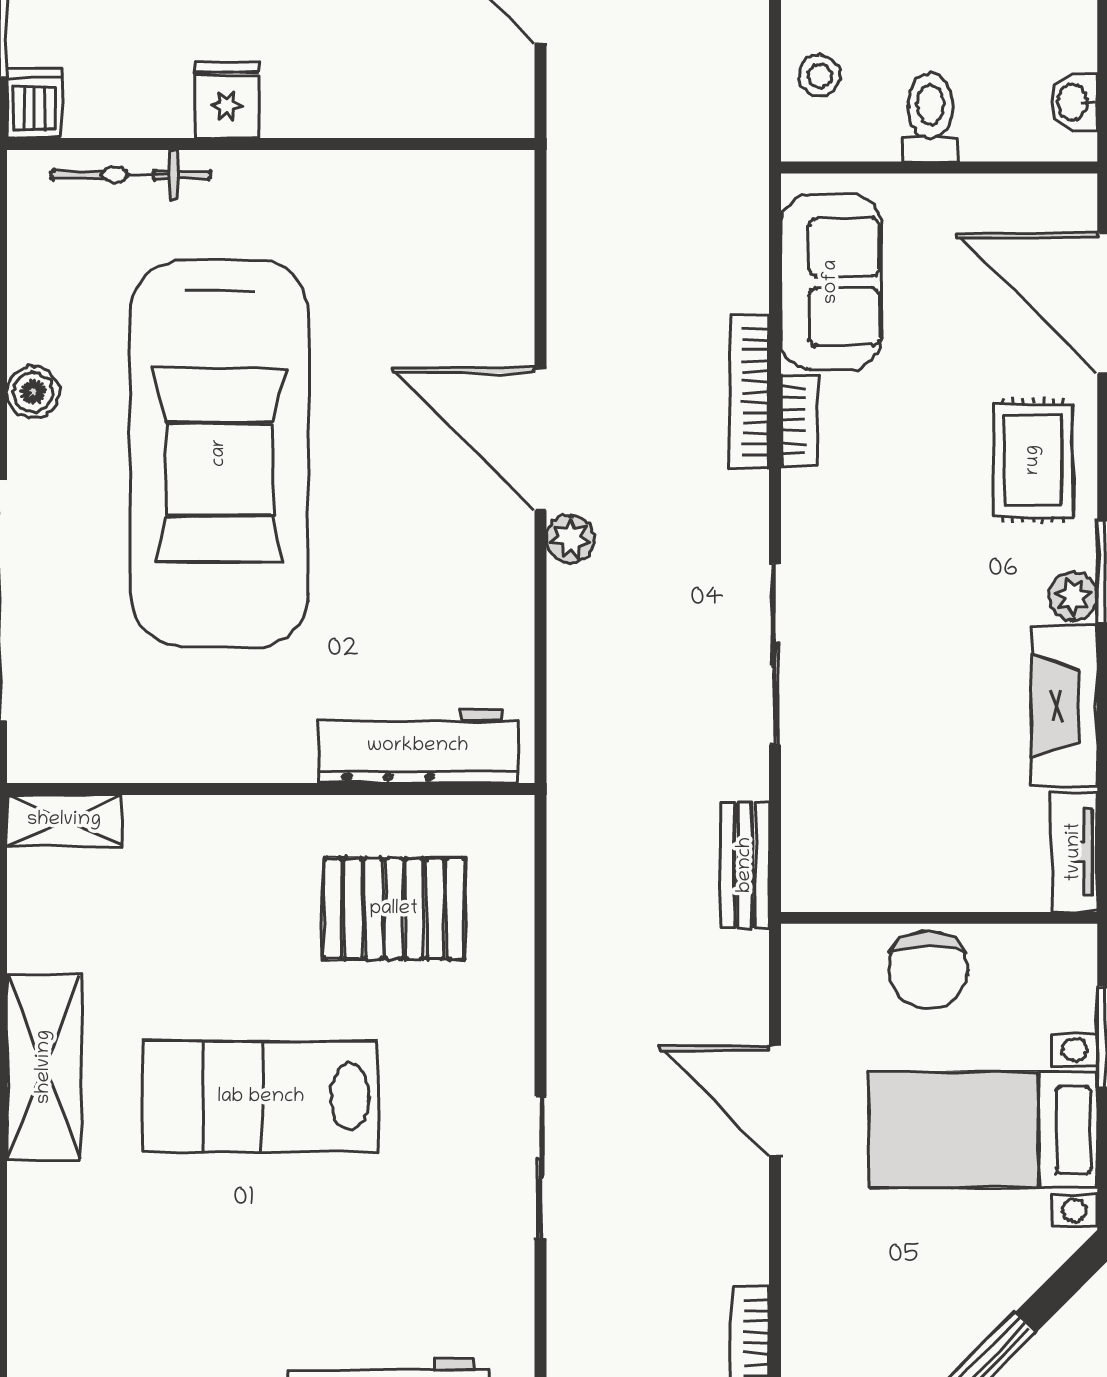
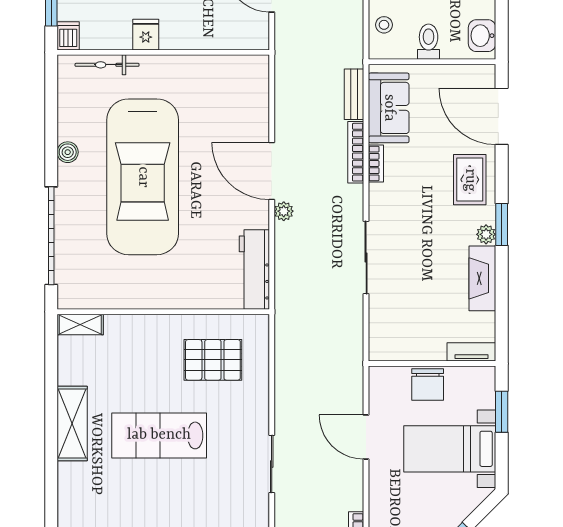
washbasin: (1074, 102) -> (482, 36), width x1.38, depth x1.45
workbench: (418, 746) -> (254, 269), moved, turned -90
tv unit: (1074, 852) -> (471, 352), moved, turned 90
bench: (745, 865) -> (354, 94), moved

